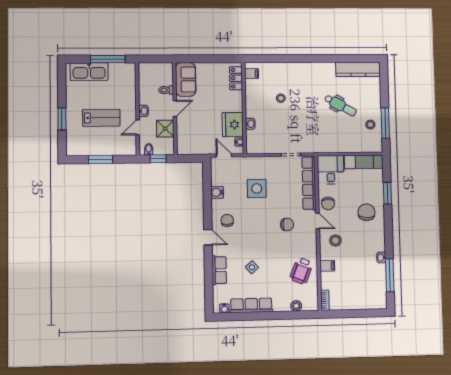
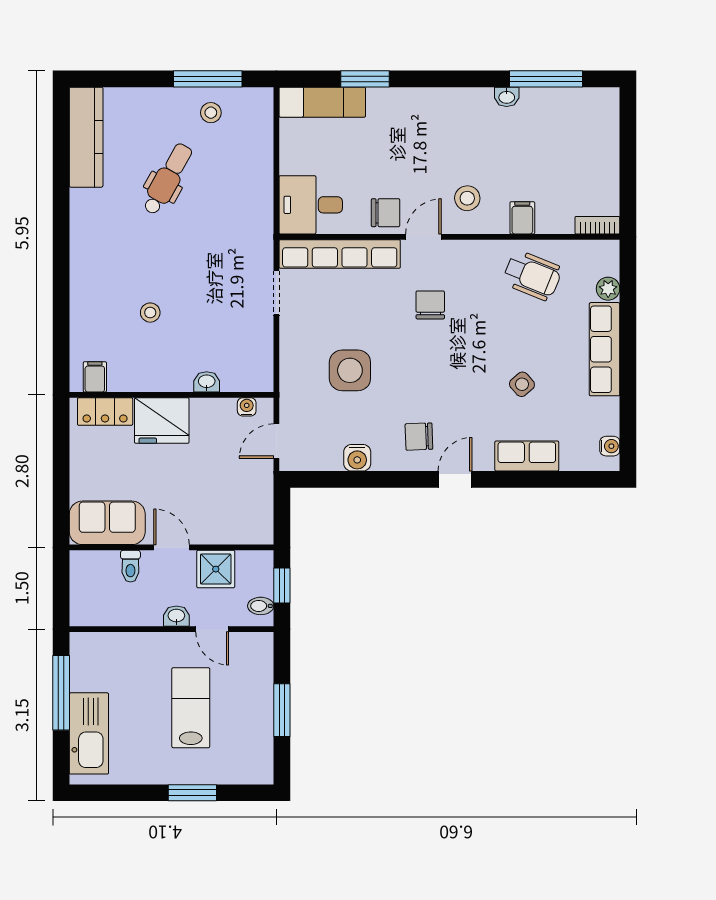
fridge: (233, 125) -> (162, 421), moved
exam couch: (364, 162) -> (322, 102), moved, turned 90
chair: (366, 212) -> (406, 127), removed
row of seats: (251, 305) -> (605, 349), moved

